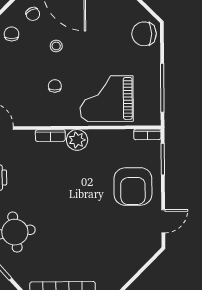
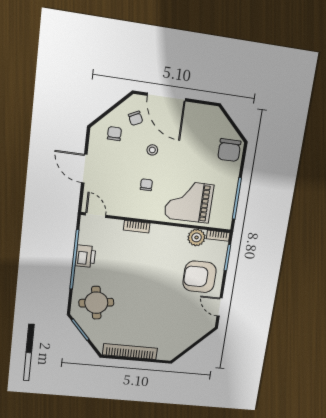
chair: (144, 34) -> (229, 150), turned -90
plant: (77, 140) -> (197, 237), moved
armchair: (133, 186) -> (200, 277), turned 90
door: (163, 221) -> (220, 307), swing flipped

